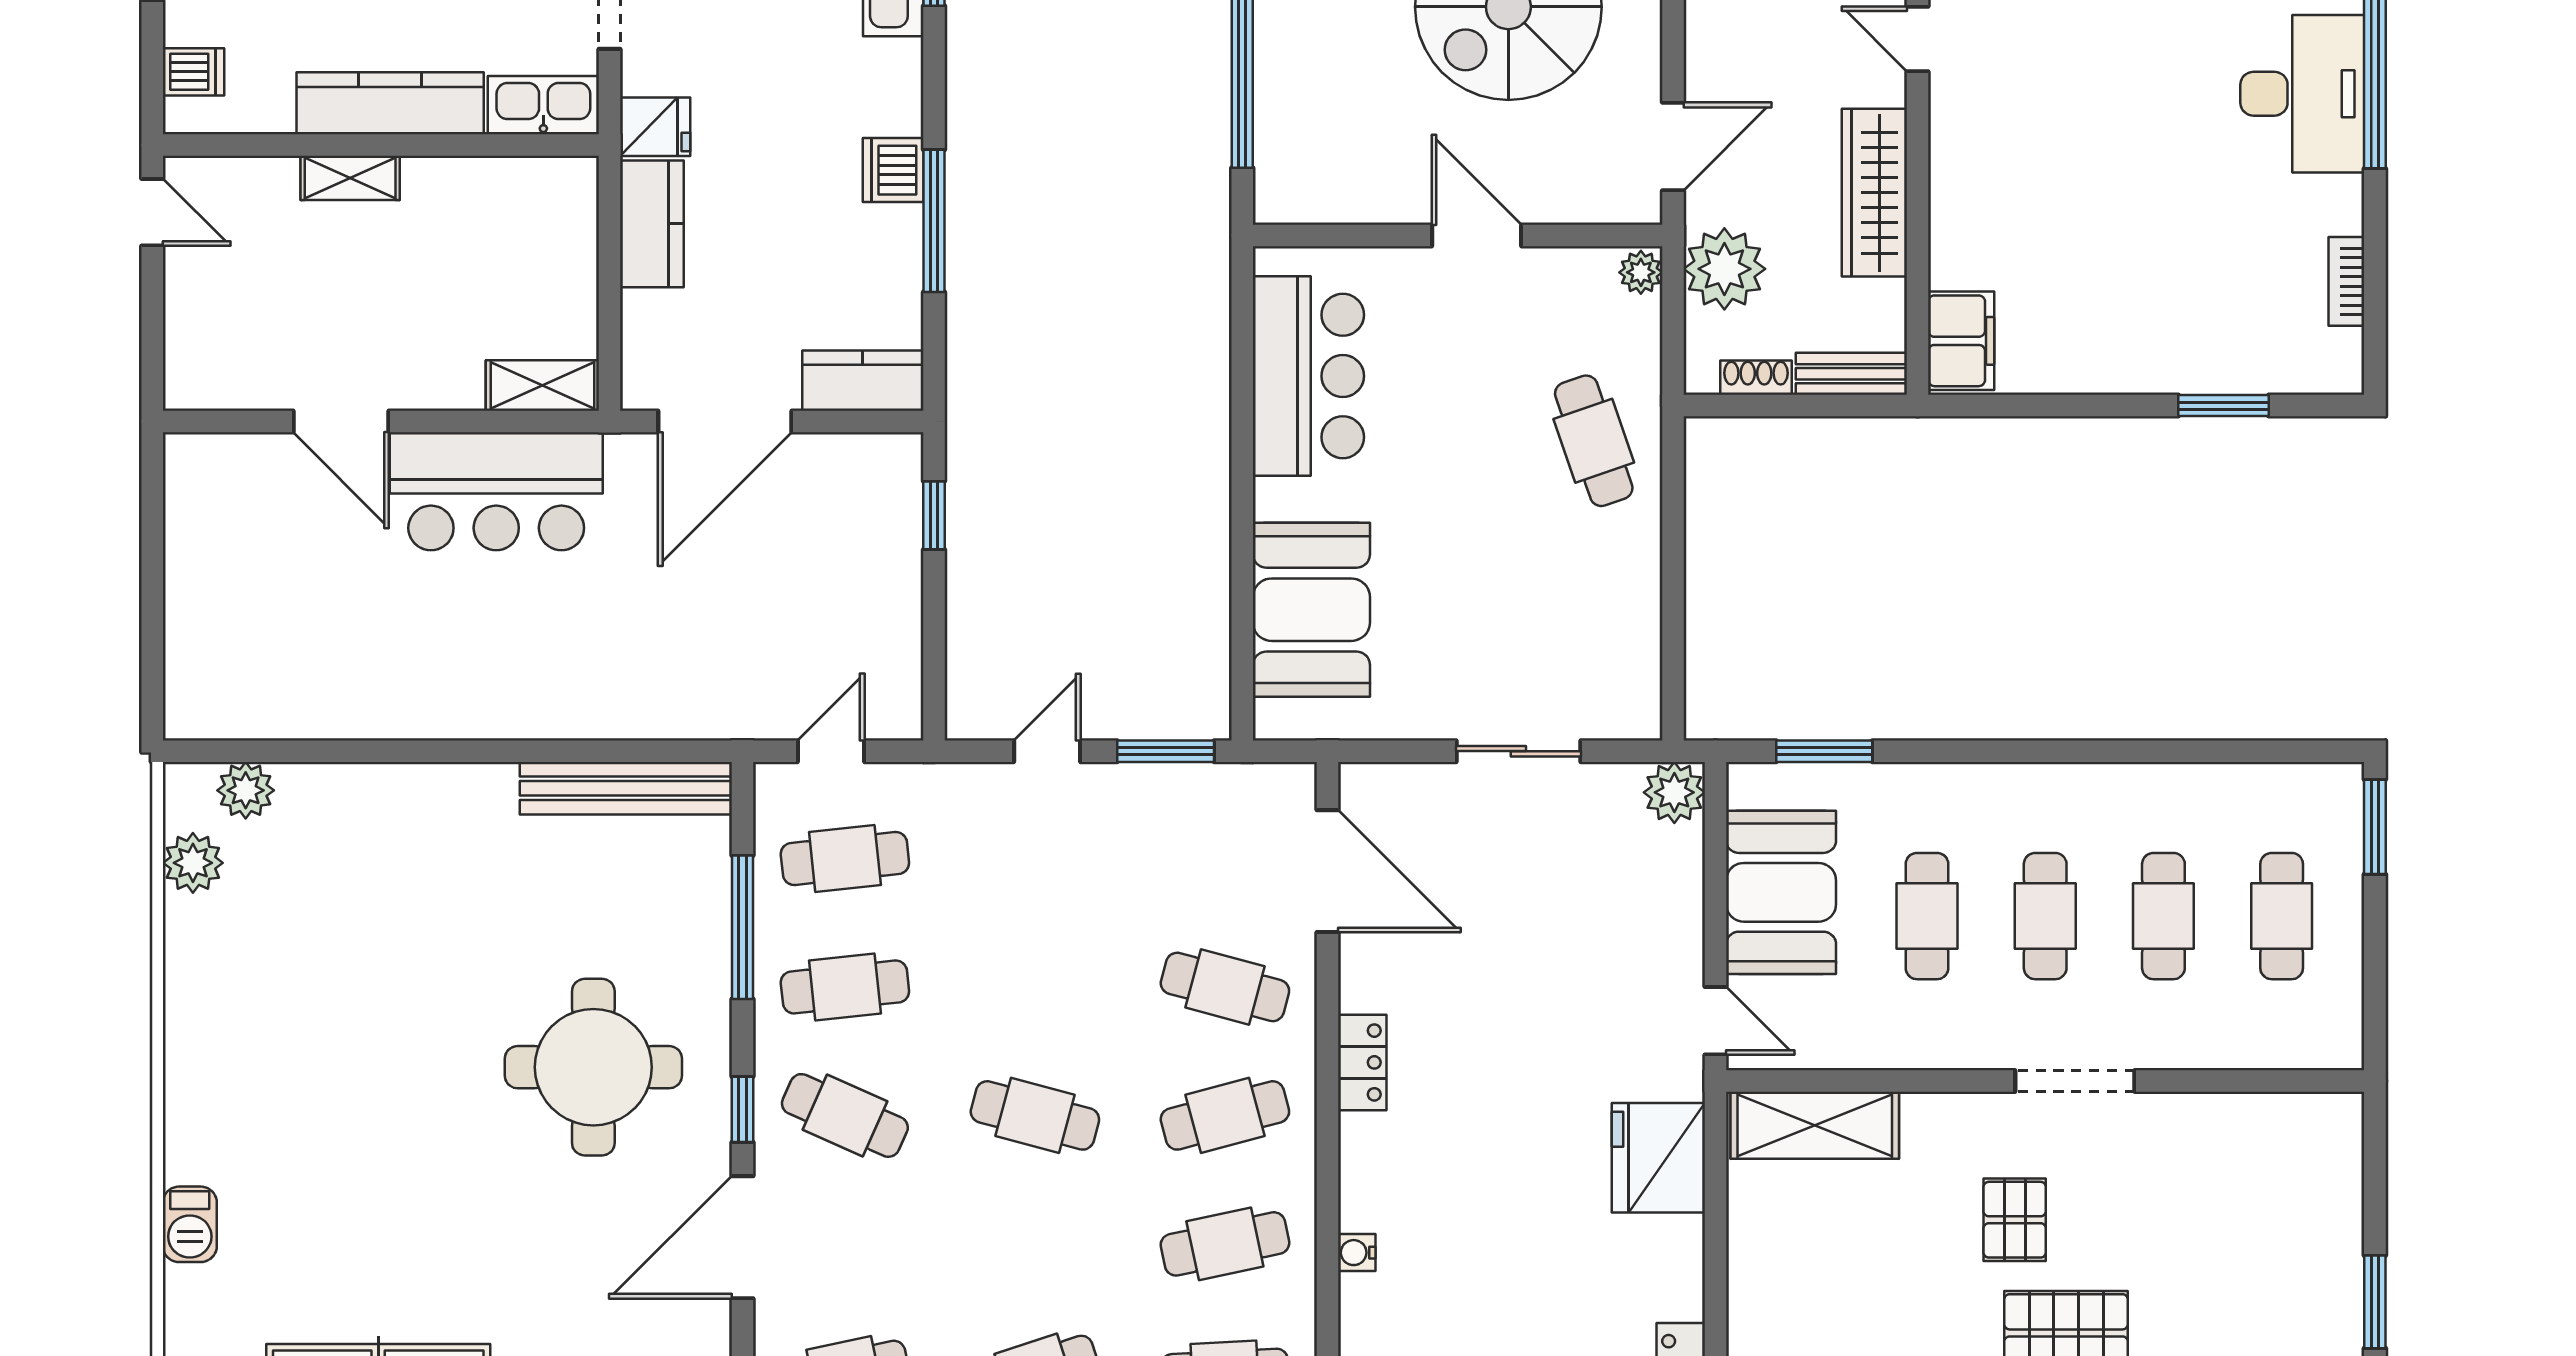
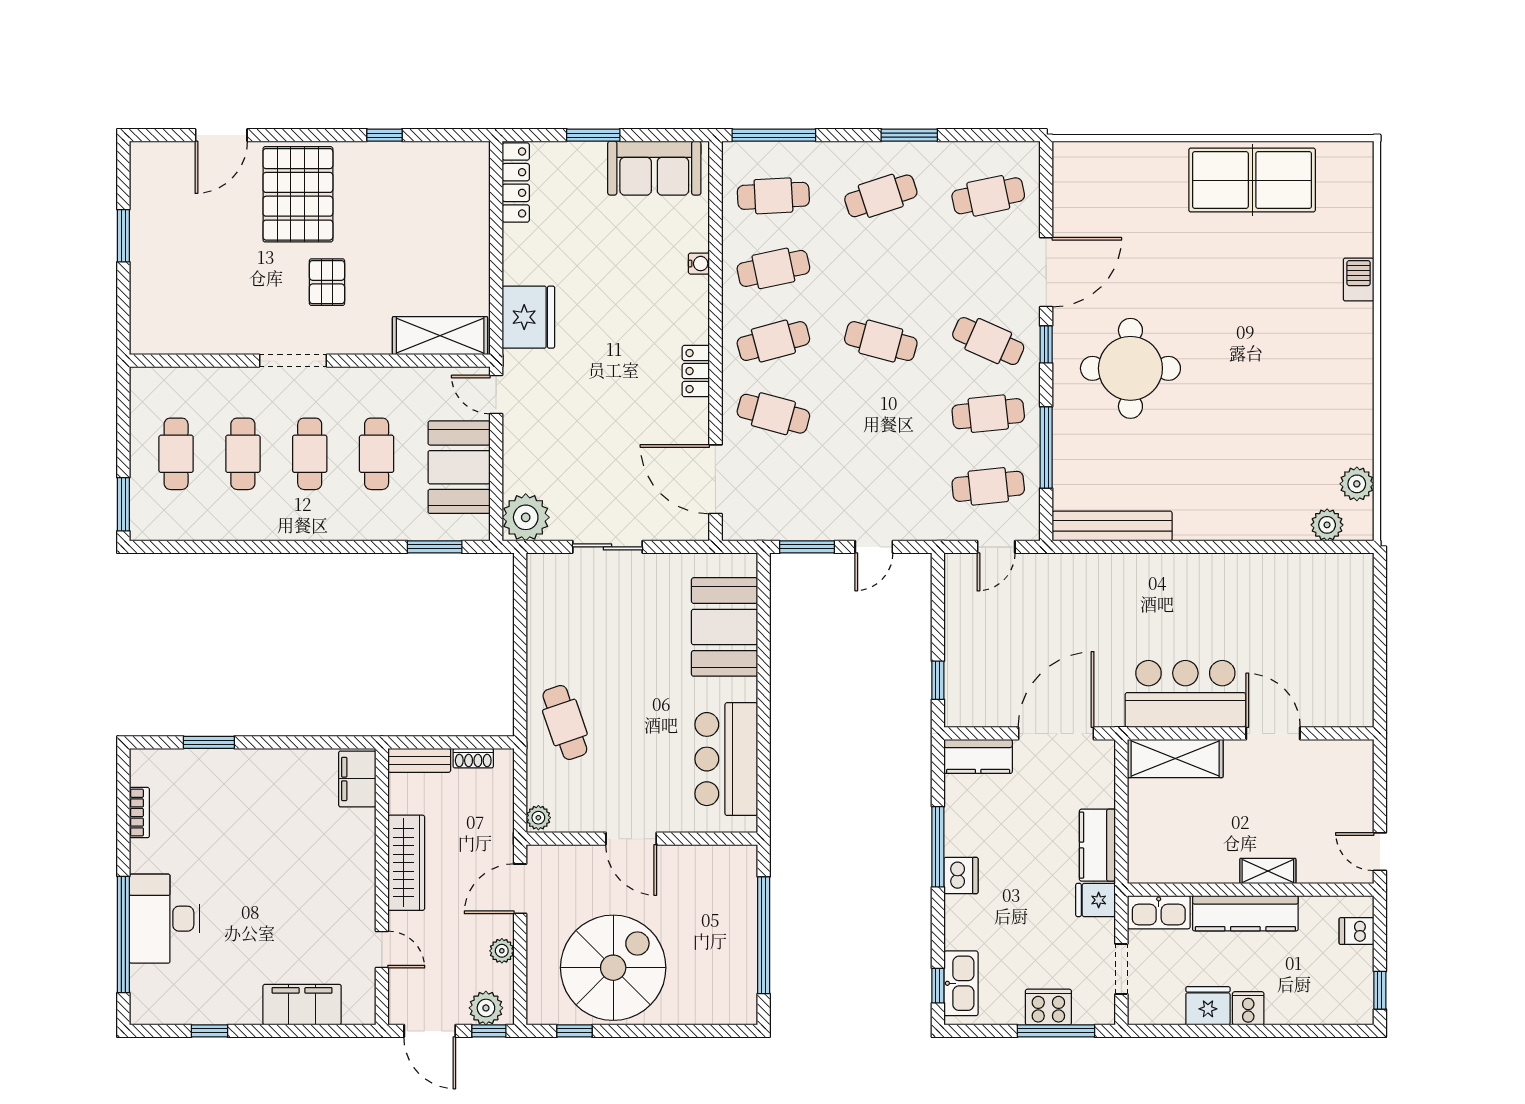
plant: (1724, 269) -> (502, 951), moved, width x0.53, depth x0.53
shelving: (542, 386) -> (1175, 758), width x1.50, depth x1.33
plant: (1674, 792) -> (526, 517), width x1.36, depth x1.36

